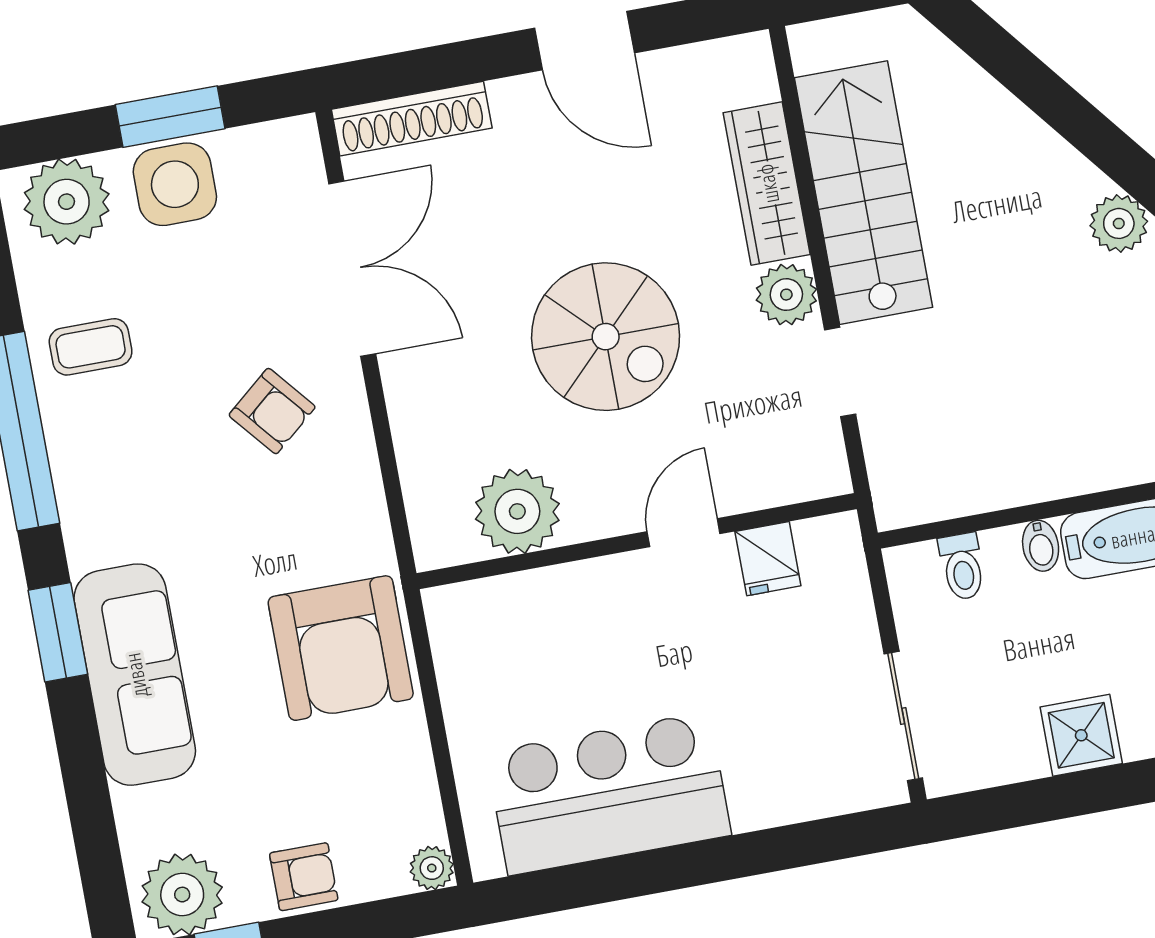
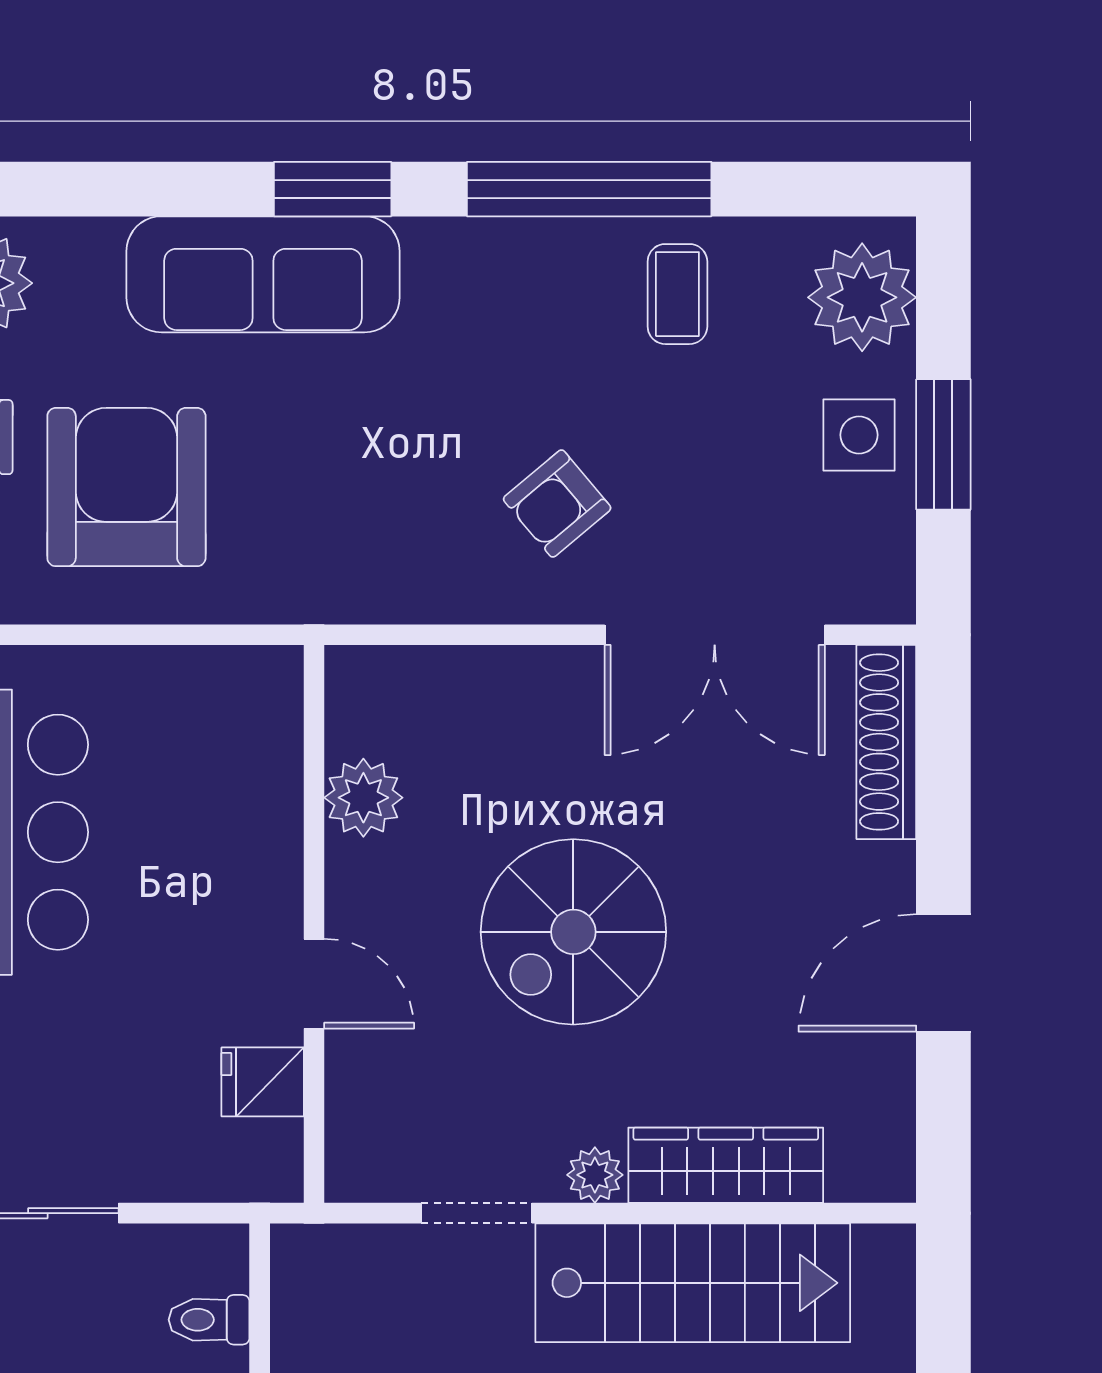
side table: (175, 184) -> (859, 435), width x0.73, depth x0.73
plant: (786, 295) -> (595, 1175), width x0.73, depth x0.73
plant: (517, 511) -> (363, 798), width x0.73, depth x0.73
armchair: (341, 648) -> (126, 487), moved, turned 90

